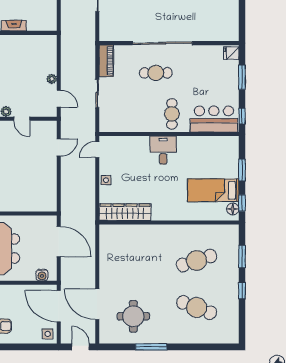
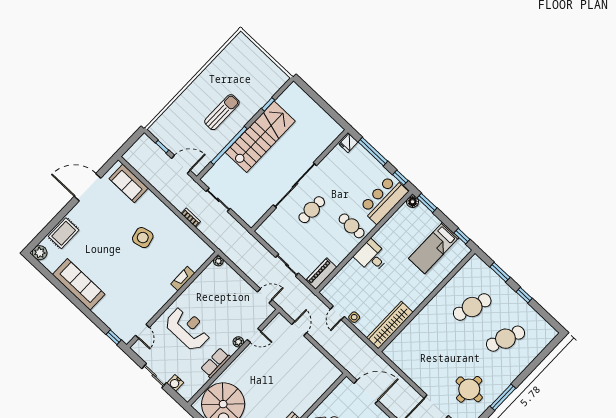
piano: (106, 61) -> (321, 274), moved, turned -90
window: (242, 77) -> (373, 152), width x1.44
plant: (52, 79) -> (218, 261), moved
door: (97, 150) -> (337, 313), moved
window: (242, 170) -> (427, 203), moved
floor lamp: (233, 209) -> (413, 202), moved
cafe table: (197, 260) -> (472, 307), turned 36

